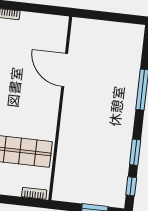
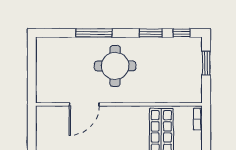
round table: (103, 109) -> (115, 66), added

